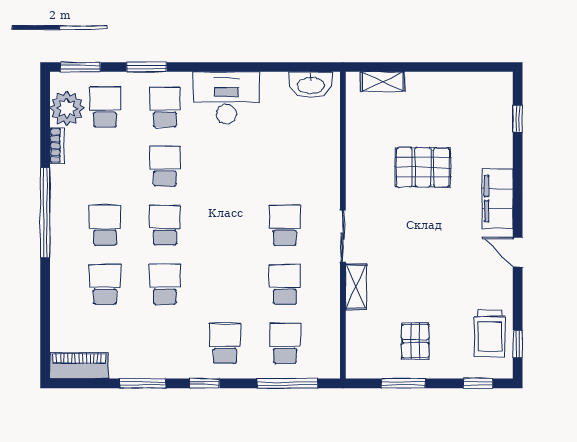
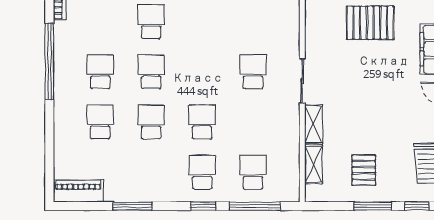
school desk: (285, 284) -> (202, 122), moved
shelving: (356, 334) -> (313, 164), added
window: (204, 383) -> (203, 206), moved
window: (403, 383) -> (373, 206), moved

